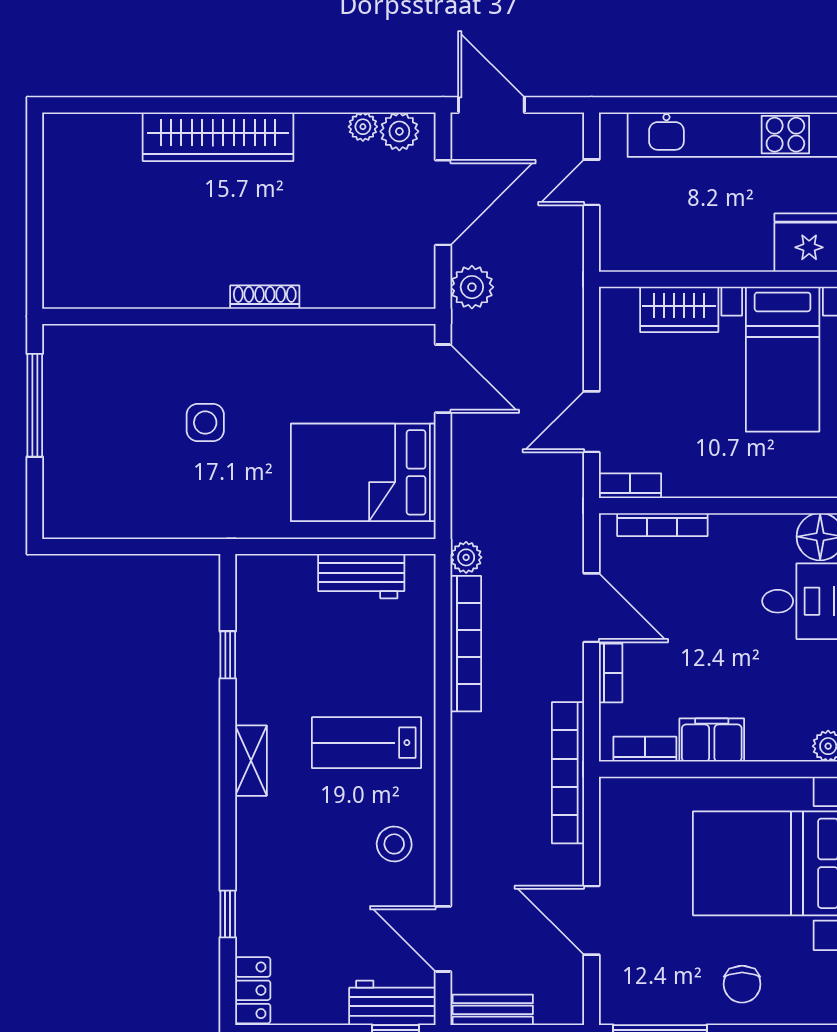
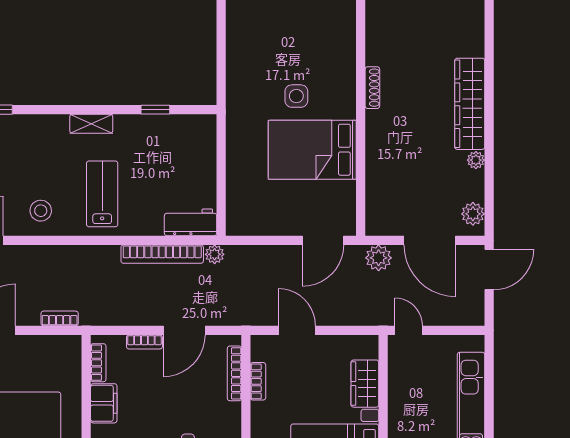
plant: (363, 127) -> (476, 160), moved
door: (591, 182) -> (409, 330), moved
shoe rack: (265, 297) -> (372, 88), moved
bed: (363, 472) -> (312, 150), moved, turned -90
bookcase: (630, 486) -> (258, 381), moved
workbench: (361, 576) -> (191, 222), moved, turned 90
bookcase: (568, 773) -> (60, 318), width x0.43, depth x0.76

